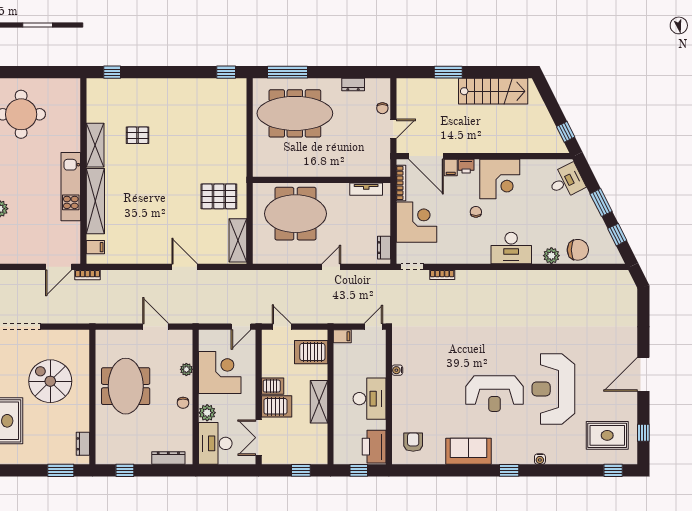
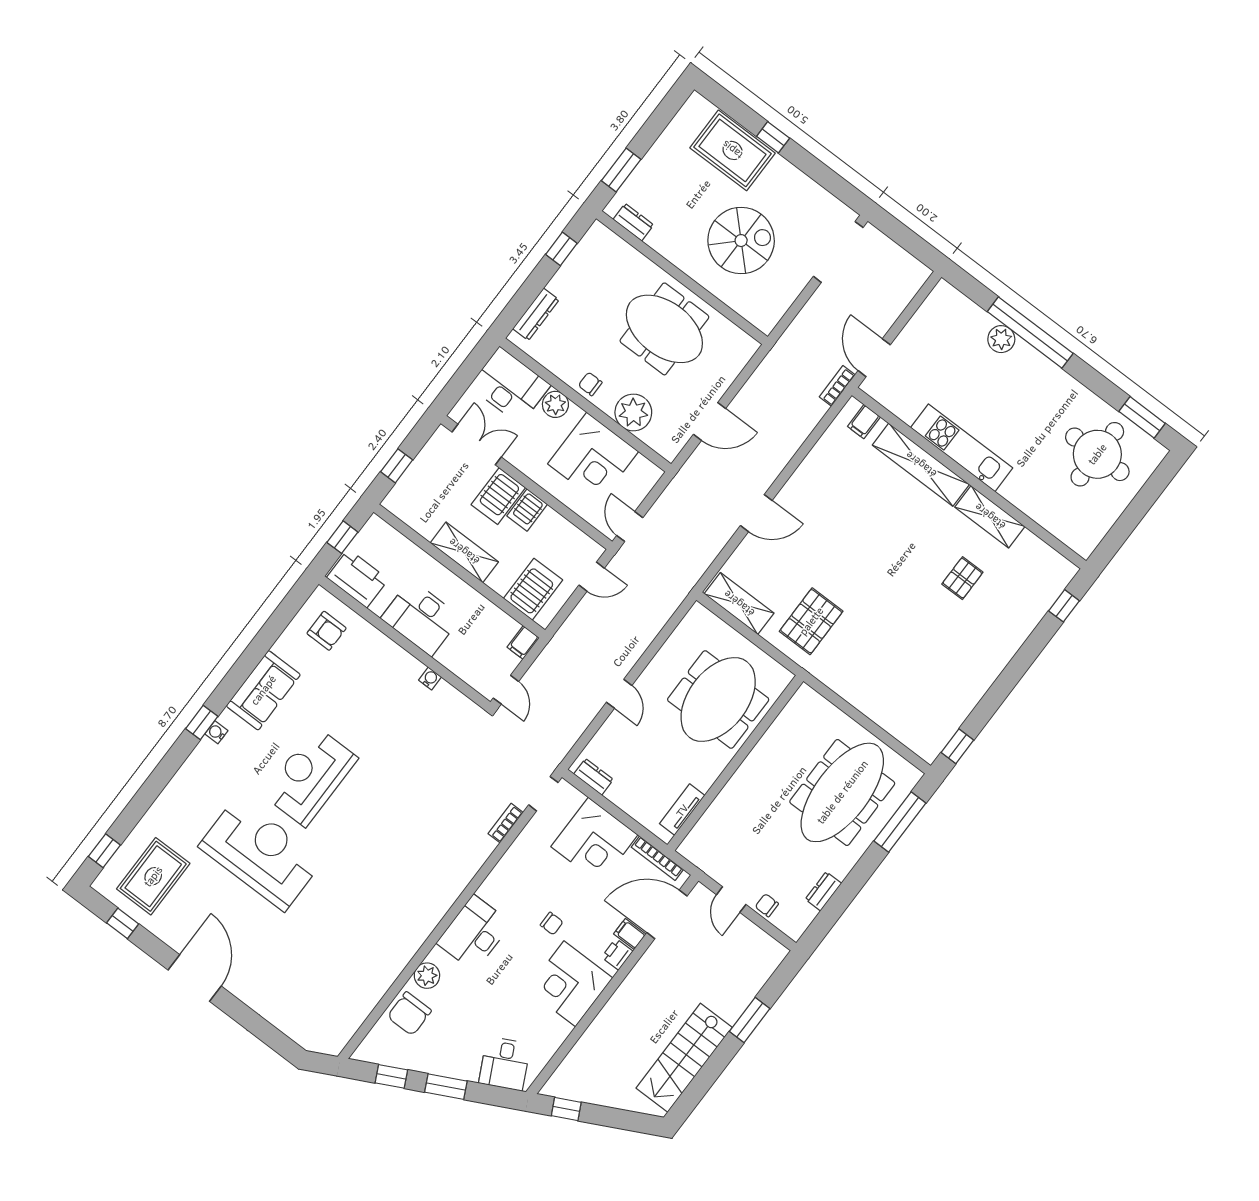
plant: (186, 369) -> (633, 412), width x1.87, depth x1.87
water cooler: (540, 459) -> (216, 732), moved

